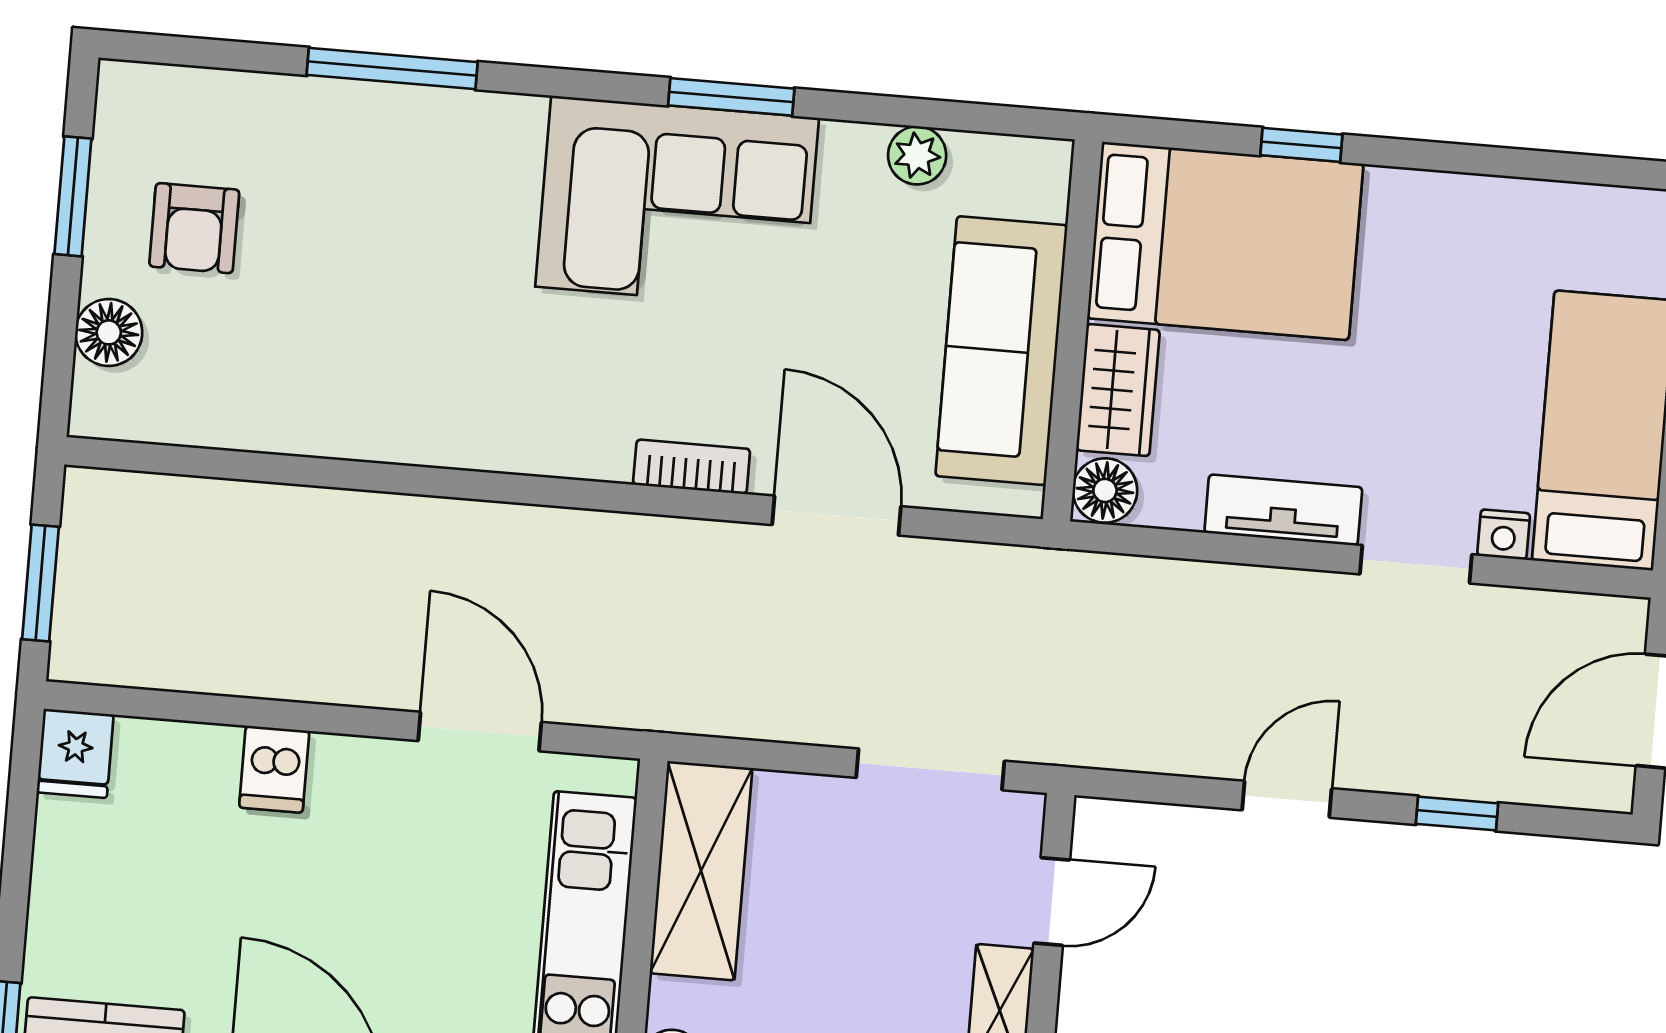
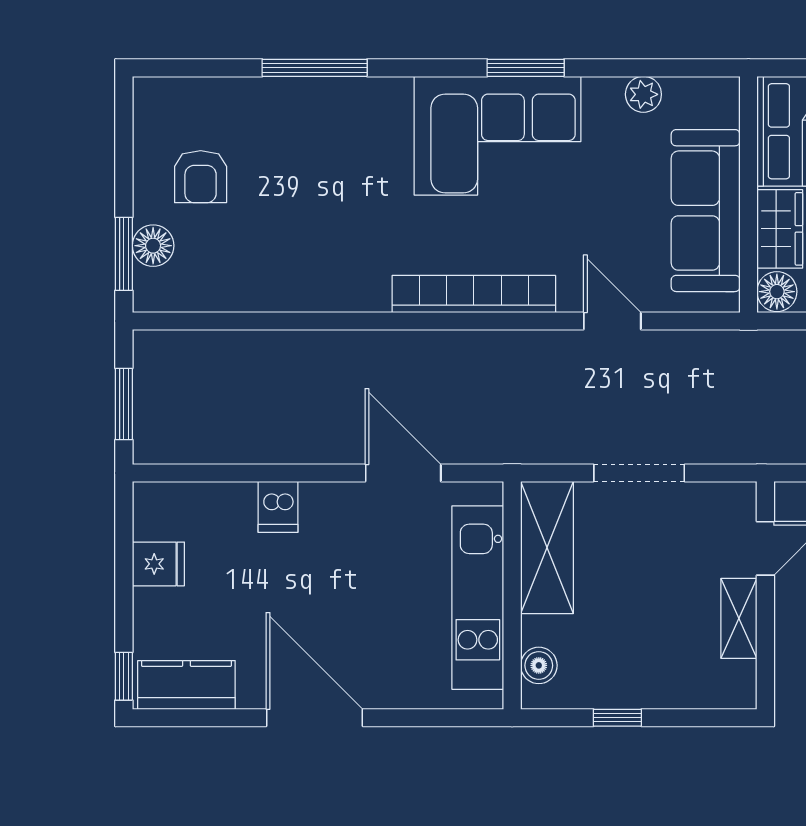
window: (73, 196) -> (124, 254), moved
bookcase: (692, 467) -> (474, 294), width x2.31, depth x1.31
door: (836, 516) -> (612, 321), width x0.73
fridge: (75, 753) -> (158, 564), moved, turned -90
doorway: (930, 769) -> (639, 473), moved

